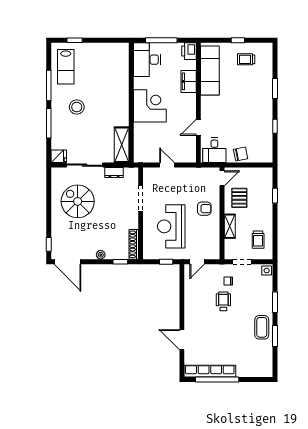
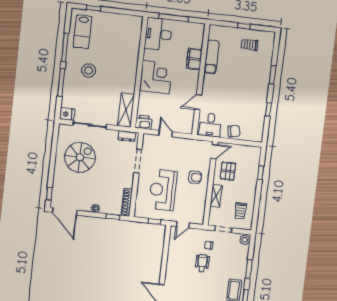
printer: (189, 51) -> (144, 122), moved, turned 90
exam couch: (210, 71) -> (212, 57), width x0.73, depth x0.69
dresser: (114, 173) -> (127, 136), moved
spiral stairs: (78, 201) -> (80, 157), turned 90

